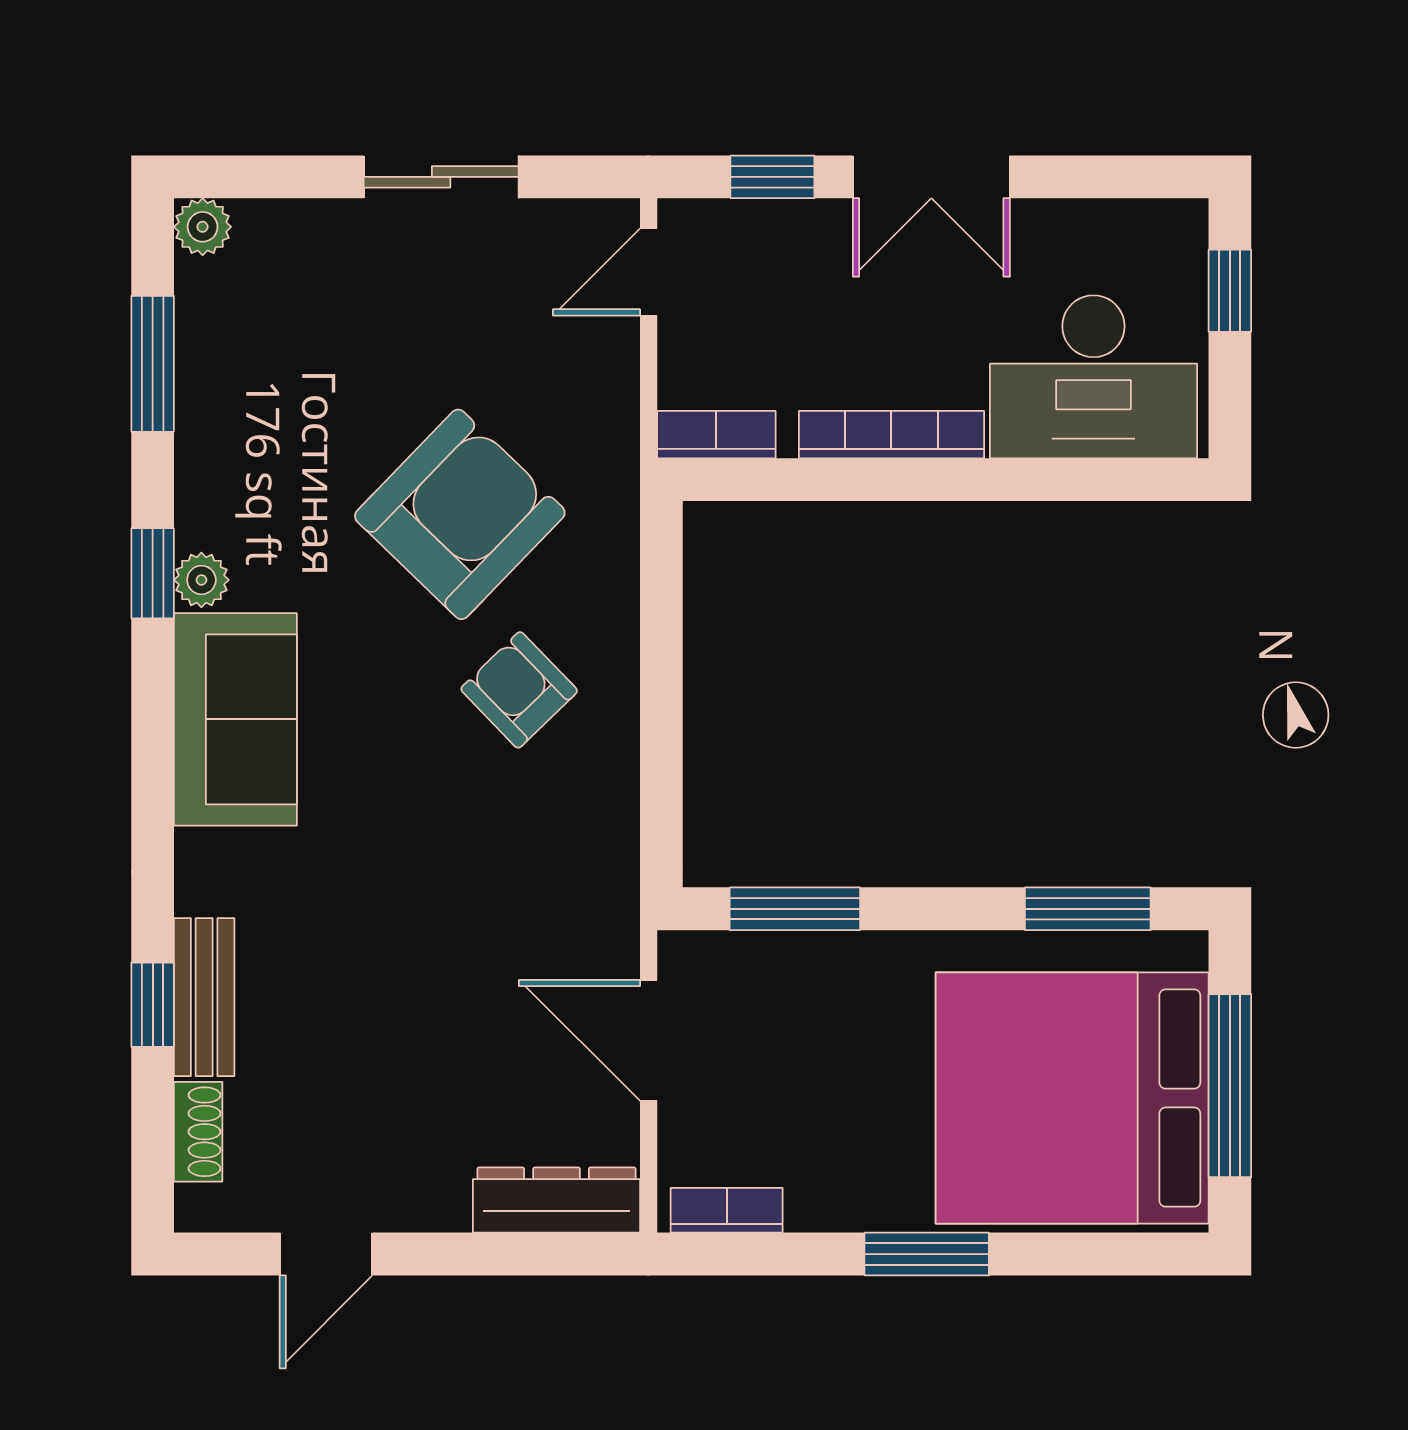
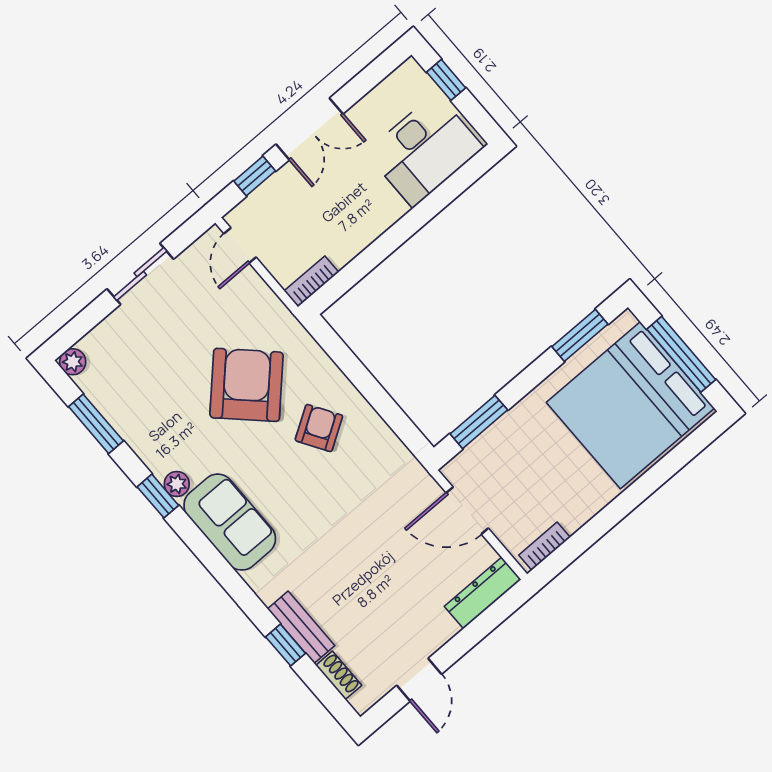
bookcase: (891, 435) -> (372, 230), removed
armchair: (519, 690) -> (319, 428), turned 102
window: (927, 1254) -> (626, 502), removed

